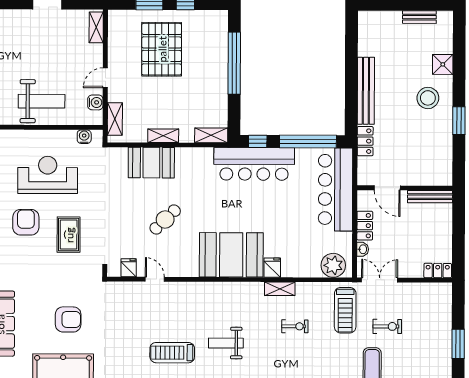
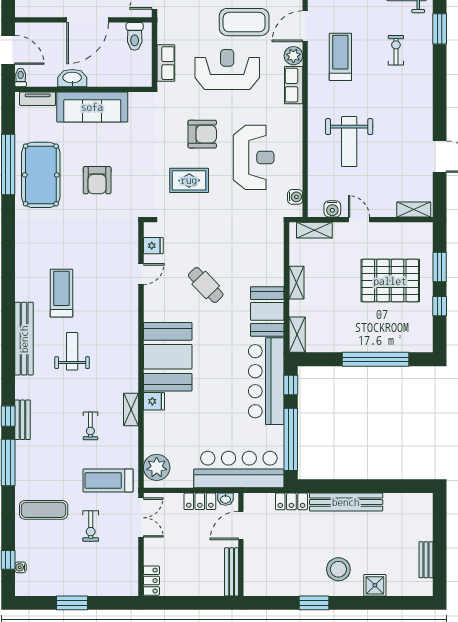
weight bench: (42, 101) -> (349, 142), moved
booth: (151, 163) -> (267, 311), moved
washbasin: (363, 249) -> (225, 499), moved

